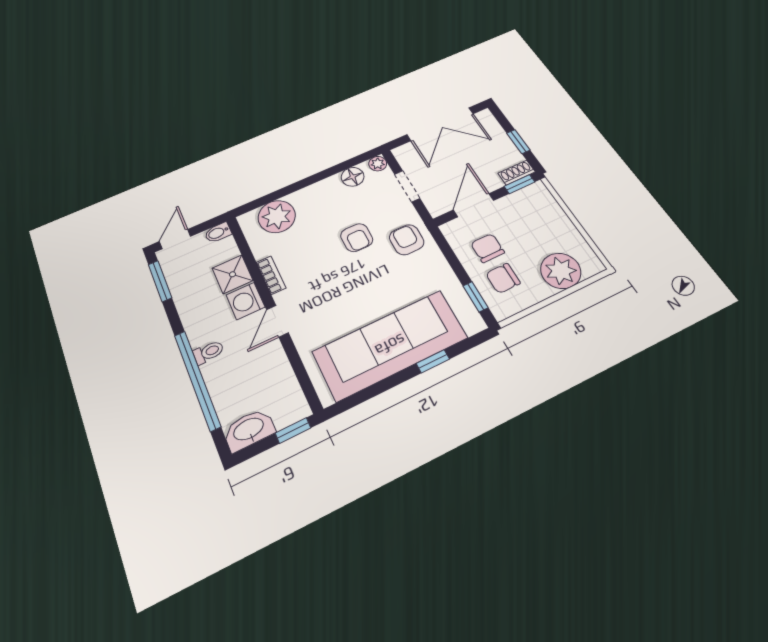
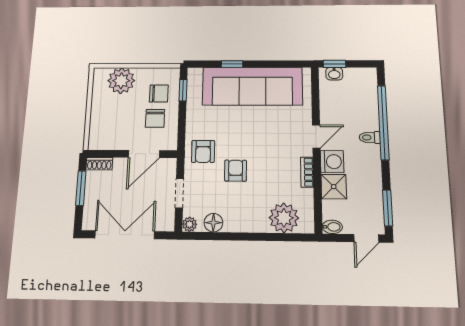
window: (518, 142) -> (81, 188), width x1.50
window: (519, 184) -> (104, 154), removed
washbasin: (249, 430) -> (334, 74), moved, width x0.52, depth x0.69

